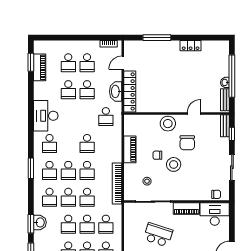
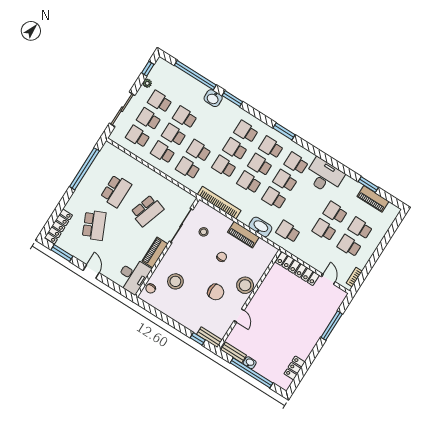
locker: (191, 46) -> (294, 368), moved
window: (31, 62) -> (368, 185), moved
washbasin: (116, 91) -> (260, 227), moved
chair: (187, 143) -> (216, 292), turned 180
stool: (174, 164) -> (175, 281), moved
sliding door: (232, 167) -> (167, 319), removed
washbasin: (40, 222) -> (213, 98), moved
school desk: (68, 224) -> (285, 181), moved

